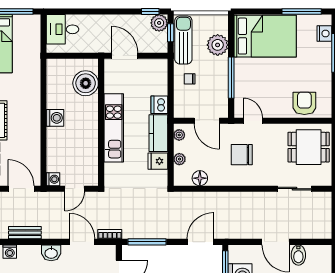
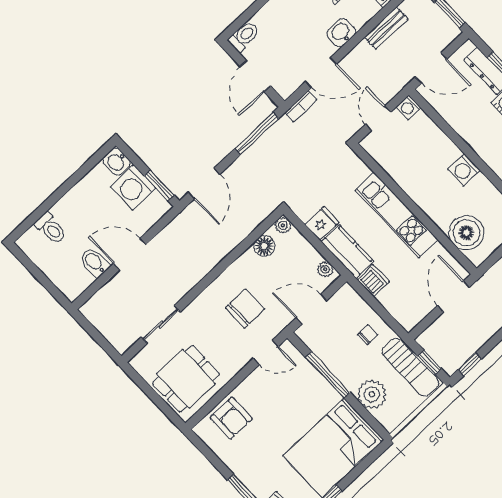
plant: (159, 23) -> (450, 361), removed
door: (125, 56) -> (453, 296), swing flipped
plant: (179, 159) -> (283, 225), moved

